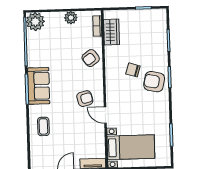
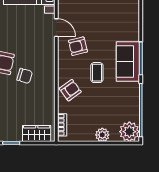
plant: (71, 18) -> (102, 135), moved
wardrobe: (111, 32) -> (37, 134), moved, turned 90
coffee table: (43, 126) -> (97, 73), moved

